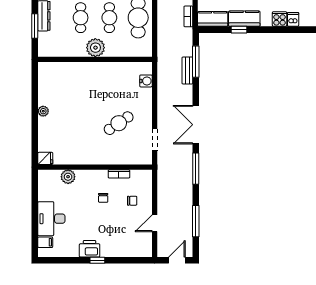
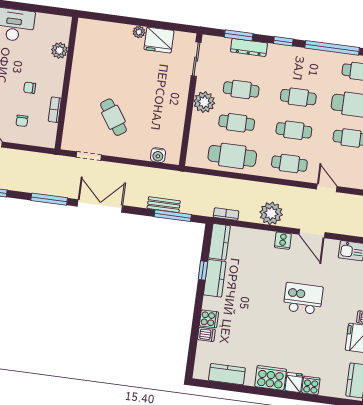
sliding door: (60, 59) -> (196, 59), added
fridge: (45, 158) -> (159, 40), moved, width x1.88, depth x1.34

